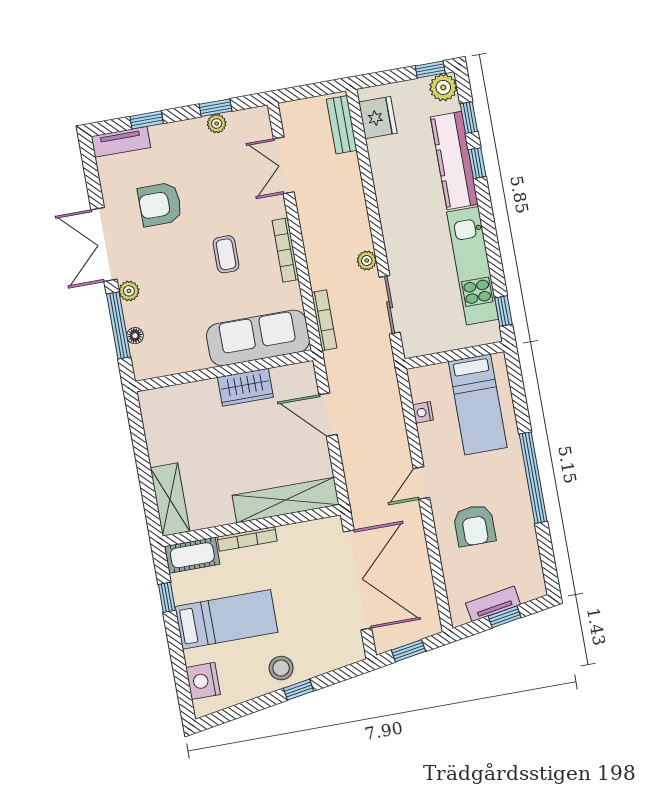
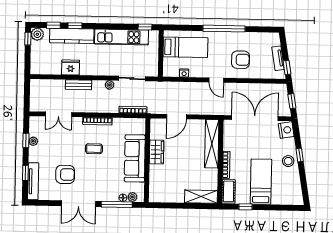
fridge: (378, 118) -> (71, 67), moved
bench: (342, 125) -> (79, 85), moved
tv unit: (121, 142) -> (33, 181), width x1.41
armchair: (160, 204) -> (65, 174), turned -90
plant: (129, 291) -> (132, 197), moved
sofa: (258, 338) -> (135, 158), moved
window: (505, 617) -> (287, 67), moved
nightstand: (203, 681) -> (286, 130), moved, turned -99

